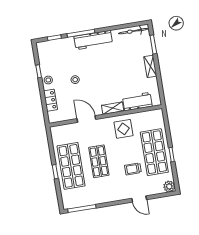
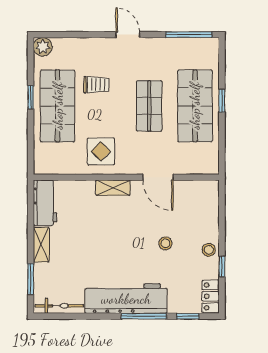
workbench: (93, 40) -> (126, 299), width x1.36, depth x1.32
locker: (50, 100) -> (211, 296), moved
workbench: (137, 102) -> (45, 203), moved, turned -90
door: (139, 199) -> (128, 35), moved

